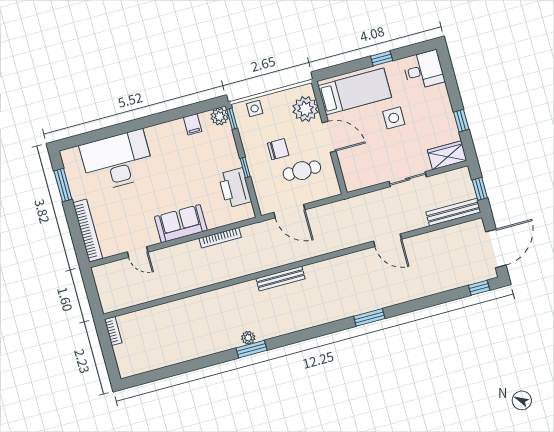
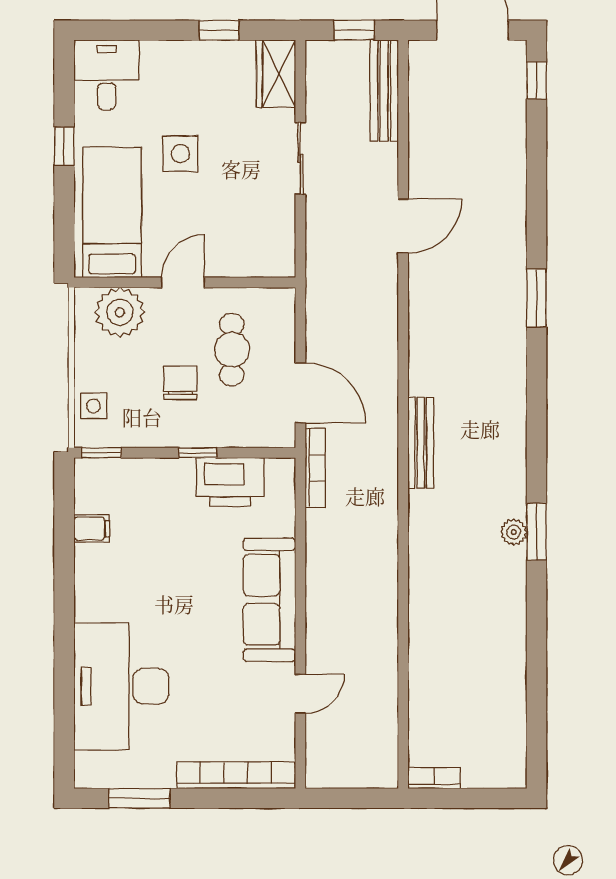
plant: (220, 117) -> (91, 475), removed
door: (329, 137) -> (183, 282), width x0.73
door: (289, 211) -> (300, 393), hinge flipped
sofa: (181, 224) -> (269, 600), width x1.36
bookcase: (220, 238) -> (315, 468), moved

